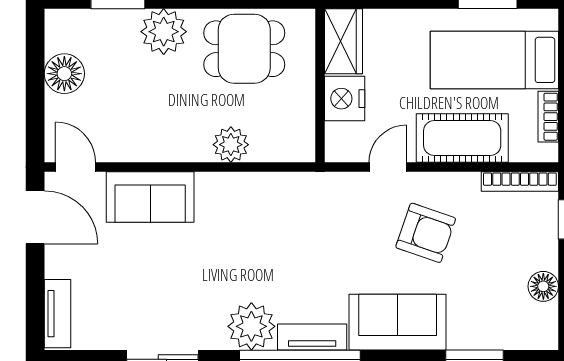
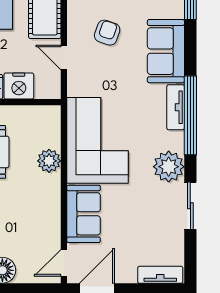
corner sofa: (262, 218) -> (98, 140), added
armchair: (426, 233) -> (107, 33), width x0.72, depth x0.72
plant: (251, 326) -> (169, 167), moved

